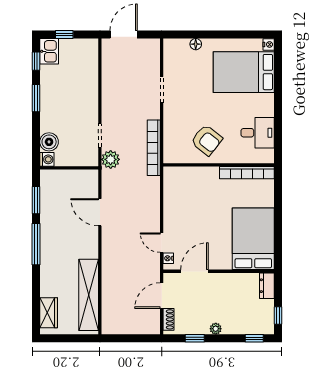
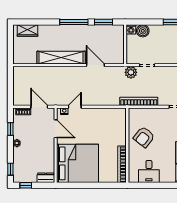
door: (100, 212) -> (95, 65), hinge flipped
bed: (253, 239) -> (77, 163), width x1.36
shelving: (89, 295) -> (61, 58), moved

